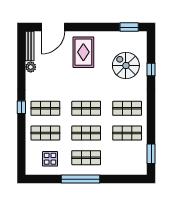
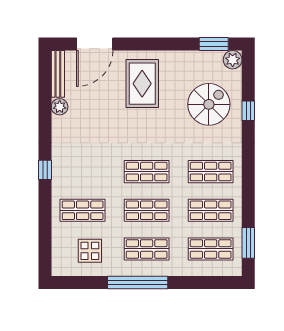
plant: (141, 37) -> (233, 60), added
spiral stairs: (126, 65) -> (209, 104), turned 90
shop shelf: (45, 108) -> (211, 249), moved

